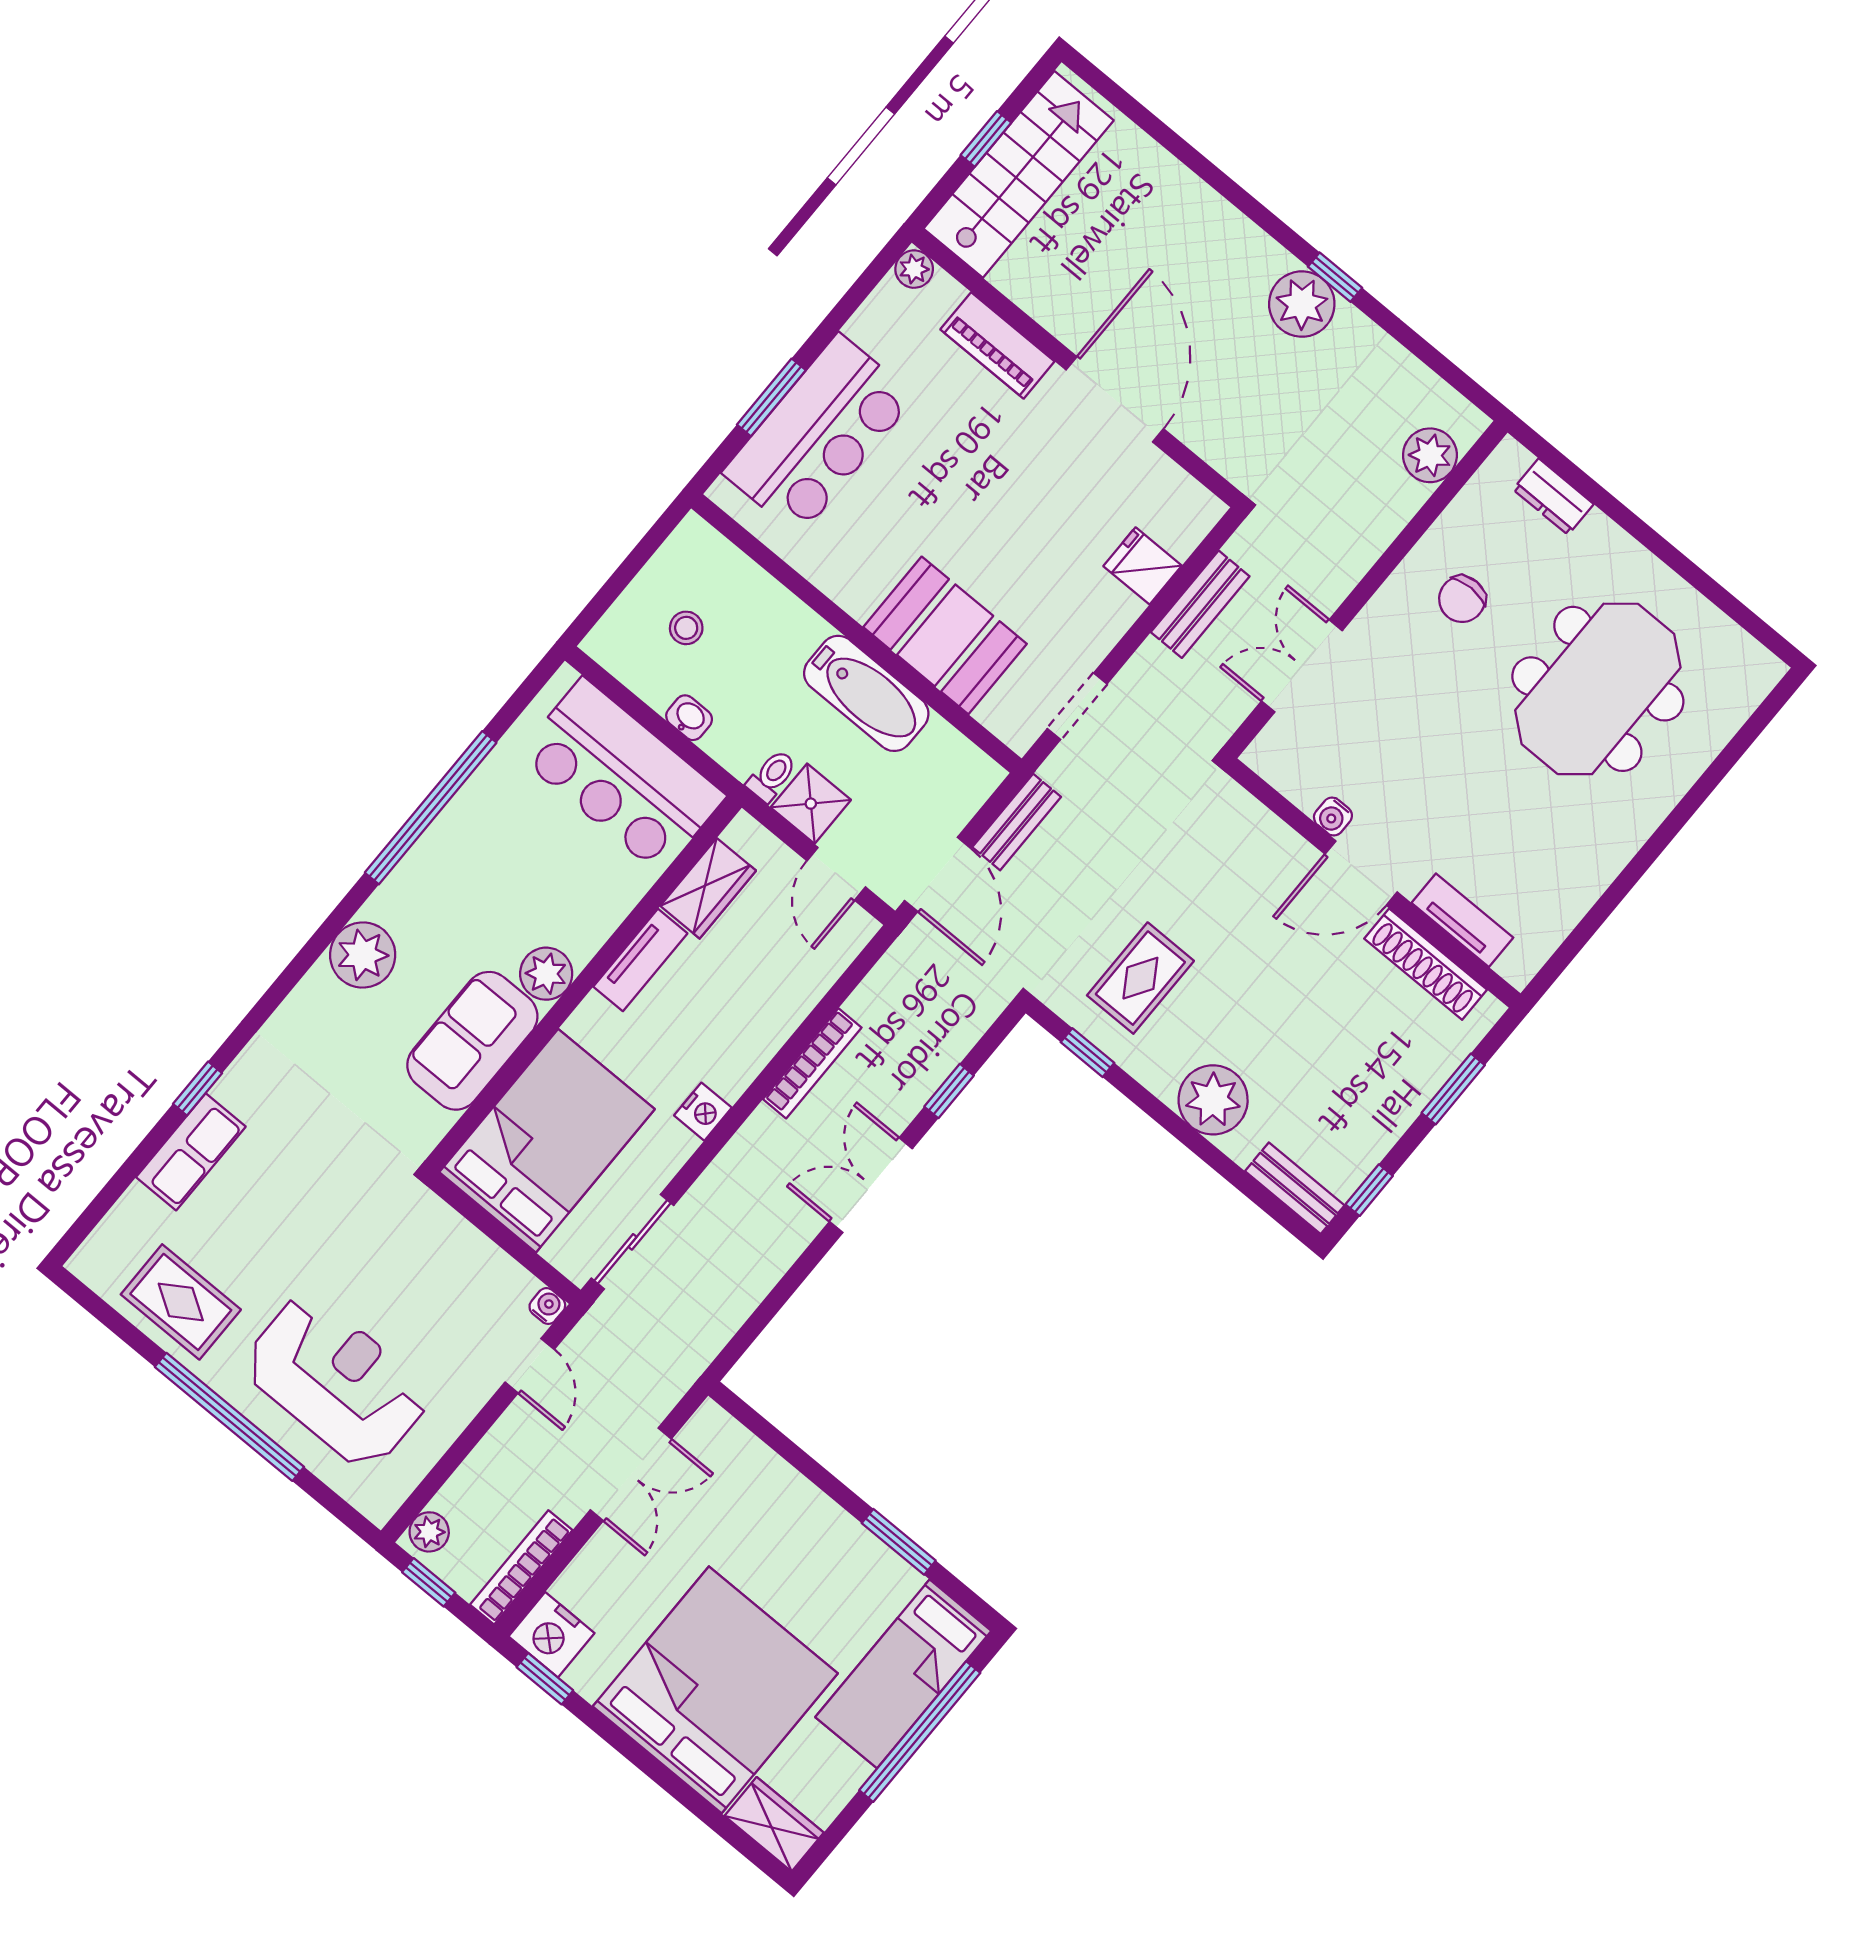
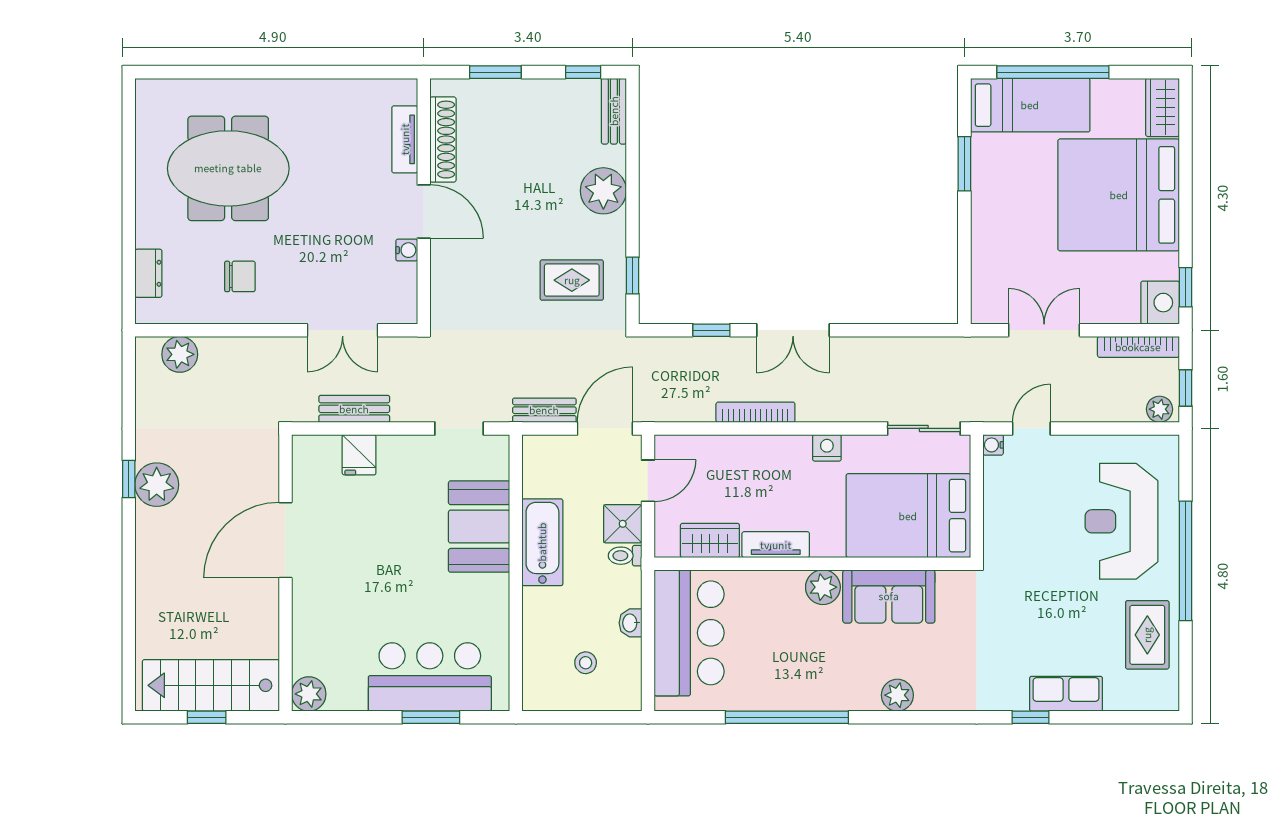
plant: (914, 269) -> (309, 694), width x1.38, depth x1.38
piano: (997, 345) -> (308, 623), removed
plant: (363, 955) -> (897, 695), width x0.73, depth x0.73

